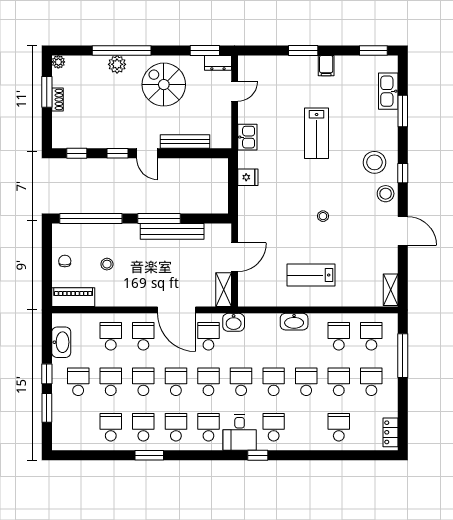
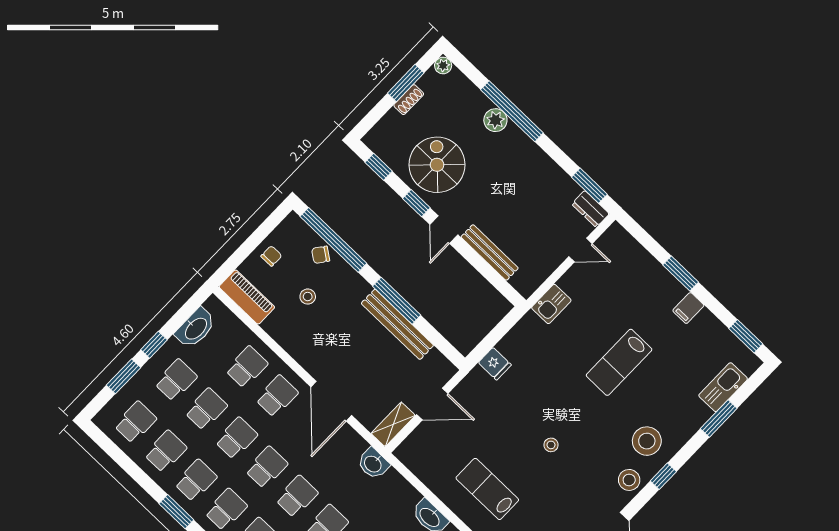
spiral stairs: (164, 85) -> (437, 165), moved
fridge: (248, 177) -> (495, 364), moved
chair: (92, 234) -> (321, 255), added
school desk: (208, 336) -> (135, 422), moved

